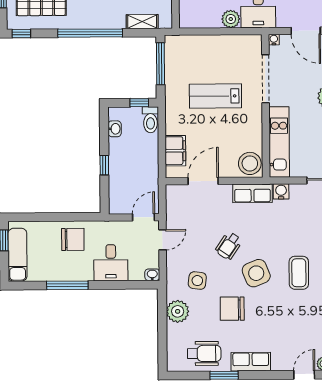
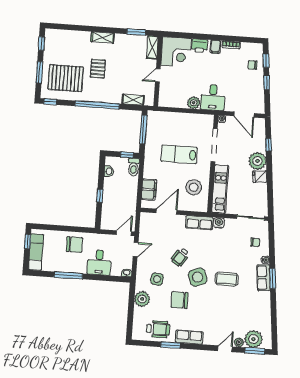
stool: (250, 163) -> (194, 187), moved
coffee table: (299, 273) -> (227, 279), turned 90

